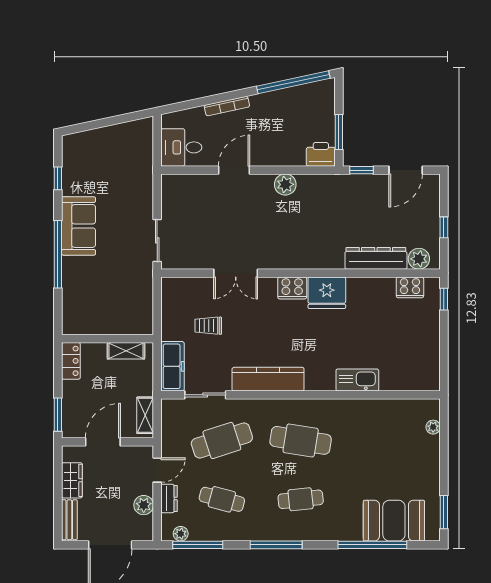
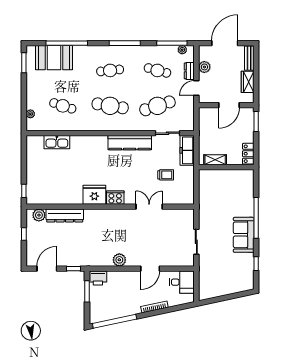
sliding door: (157, 240) -> (196, 242), moved
cooker: (410, 287) -> (44, 198), removed
kitchen sink: (357, 380) -> (57, 142), moved
shelving: (145, 415) -> (204, 121), removed
cafe table: (379, 440) -> (63, 106), added

